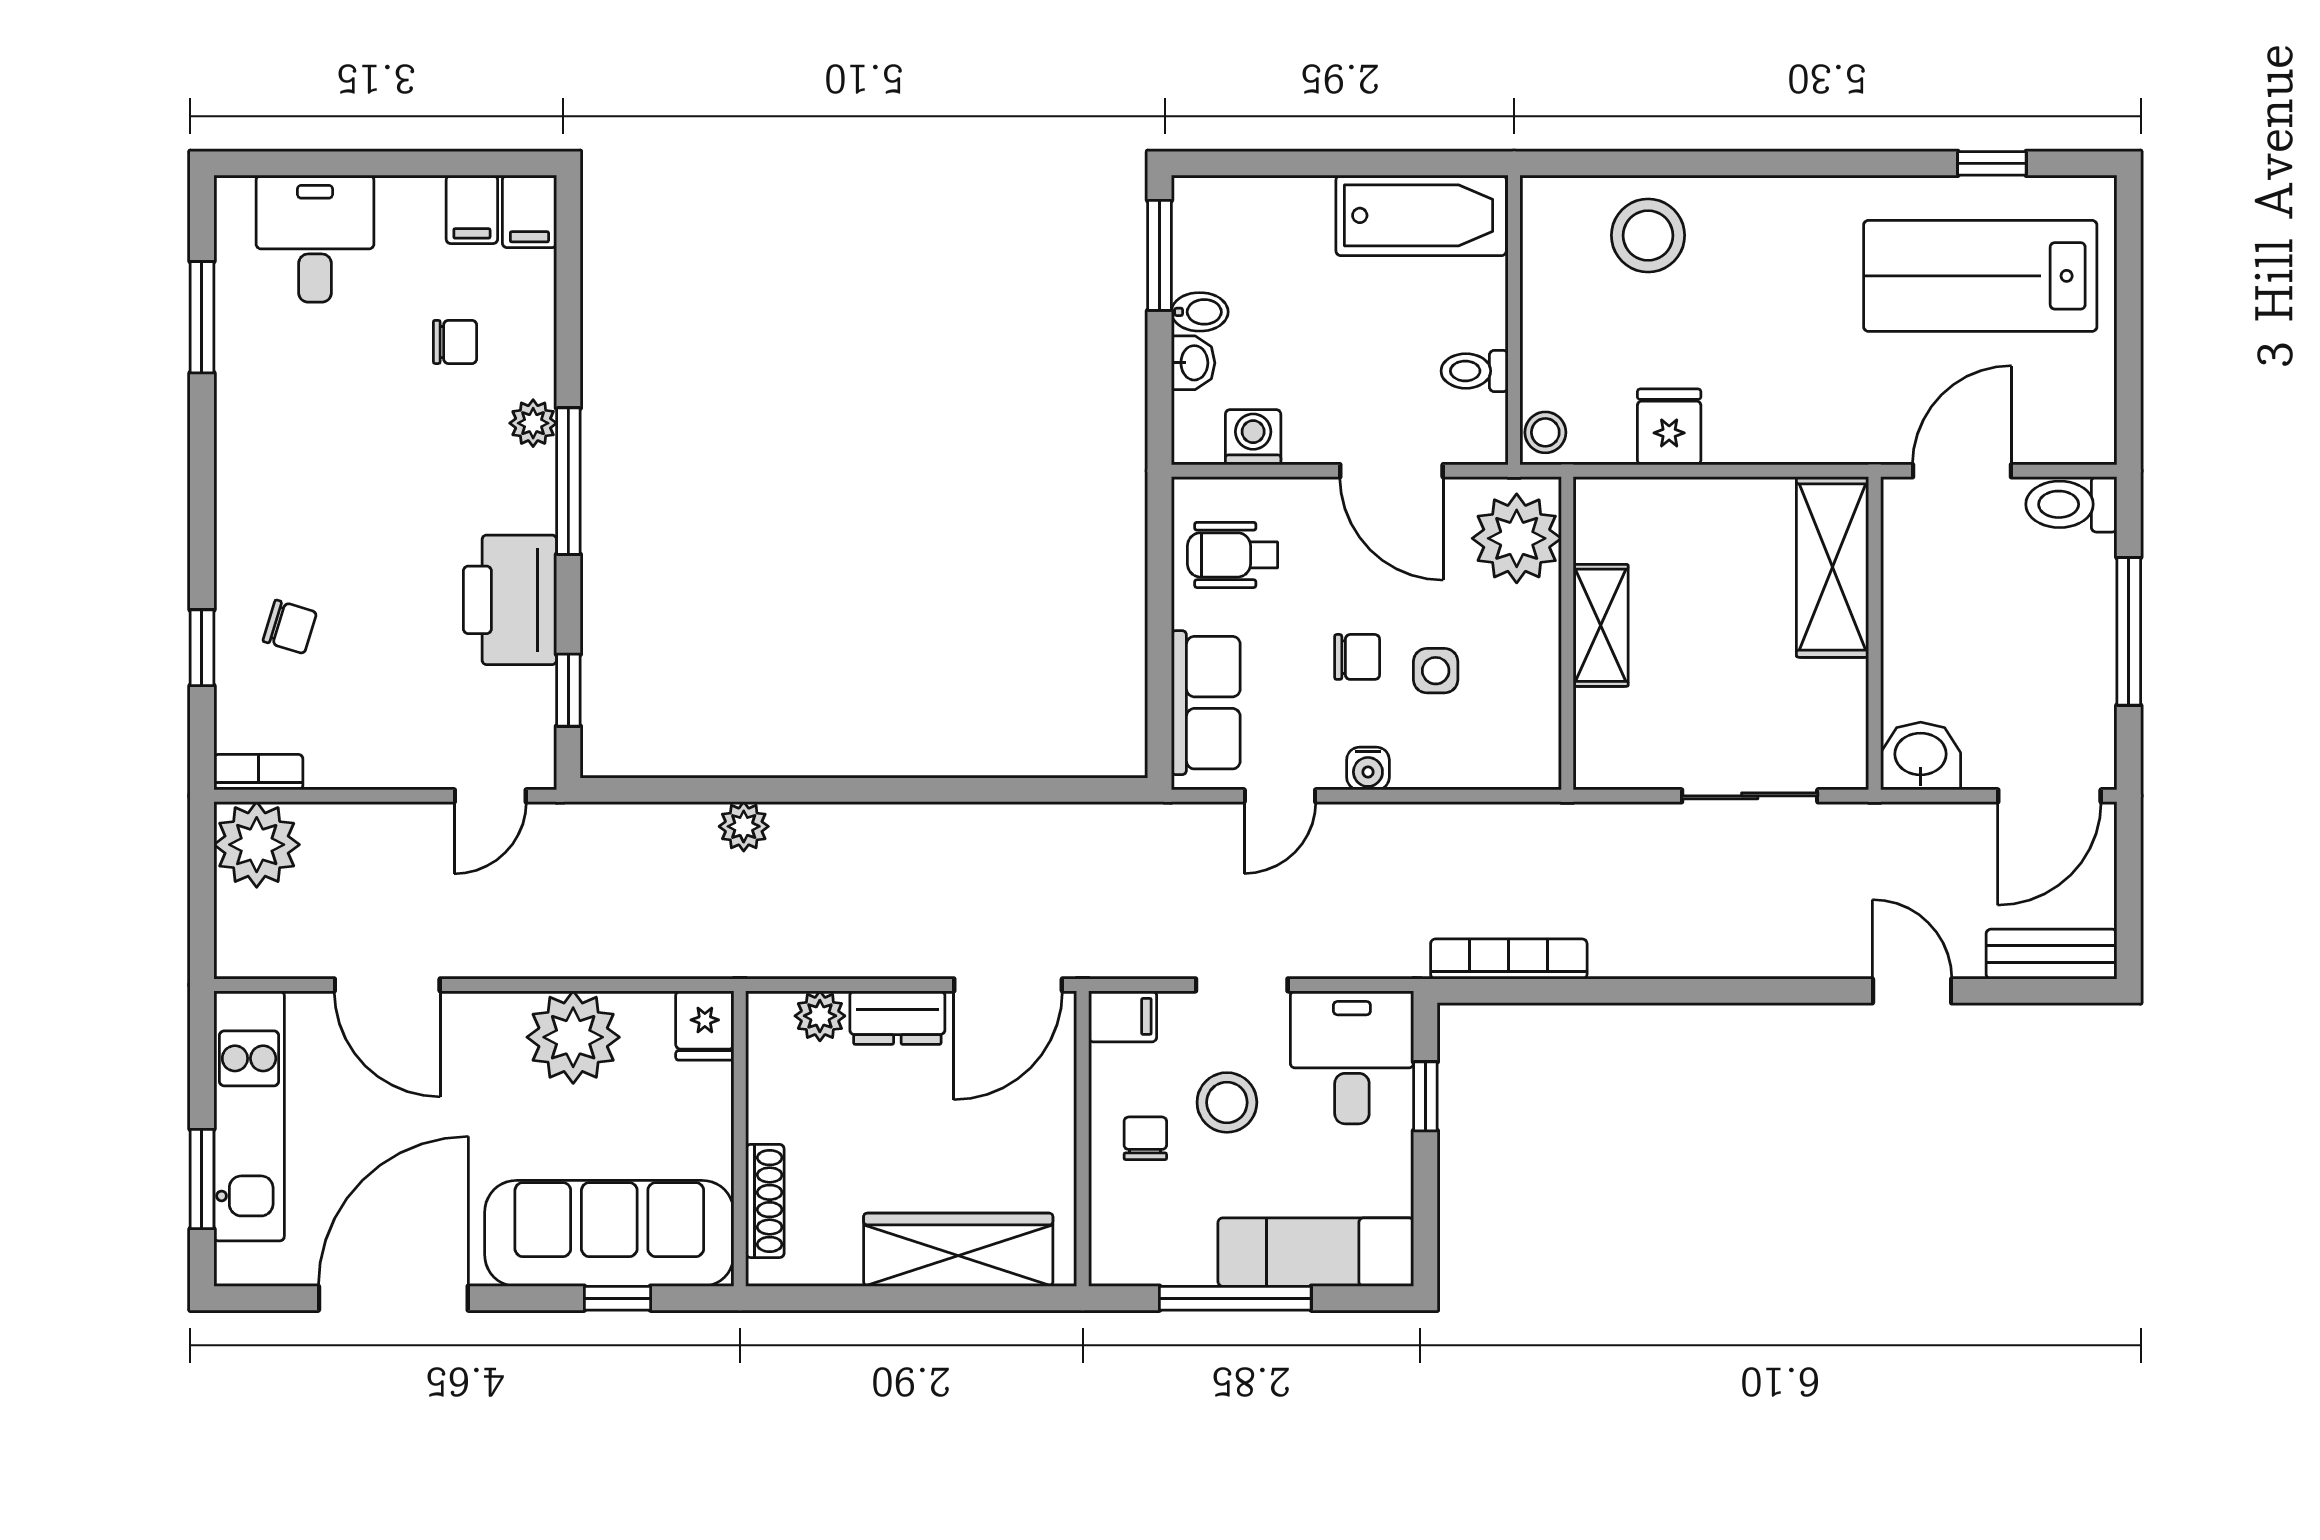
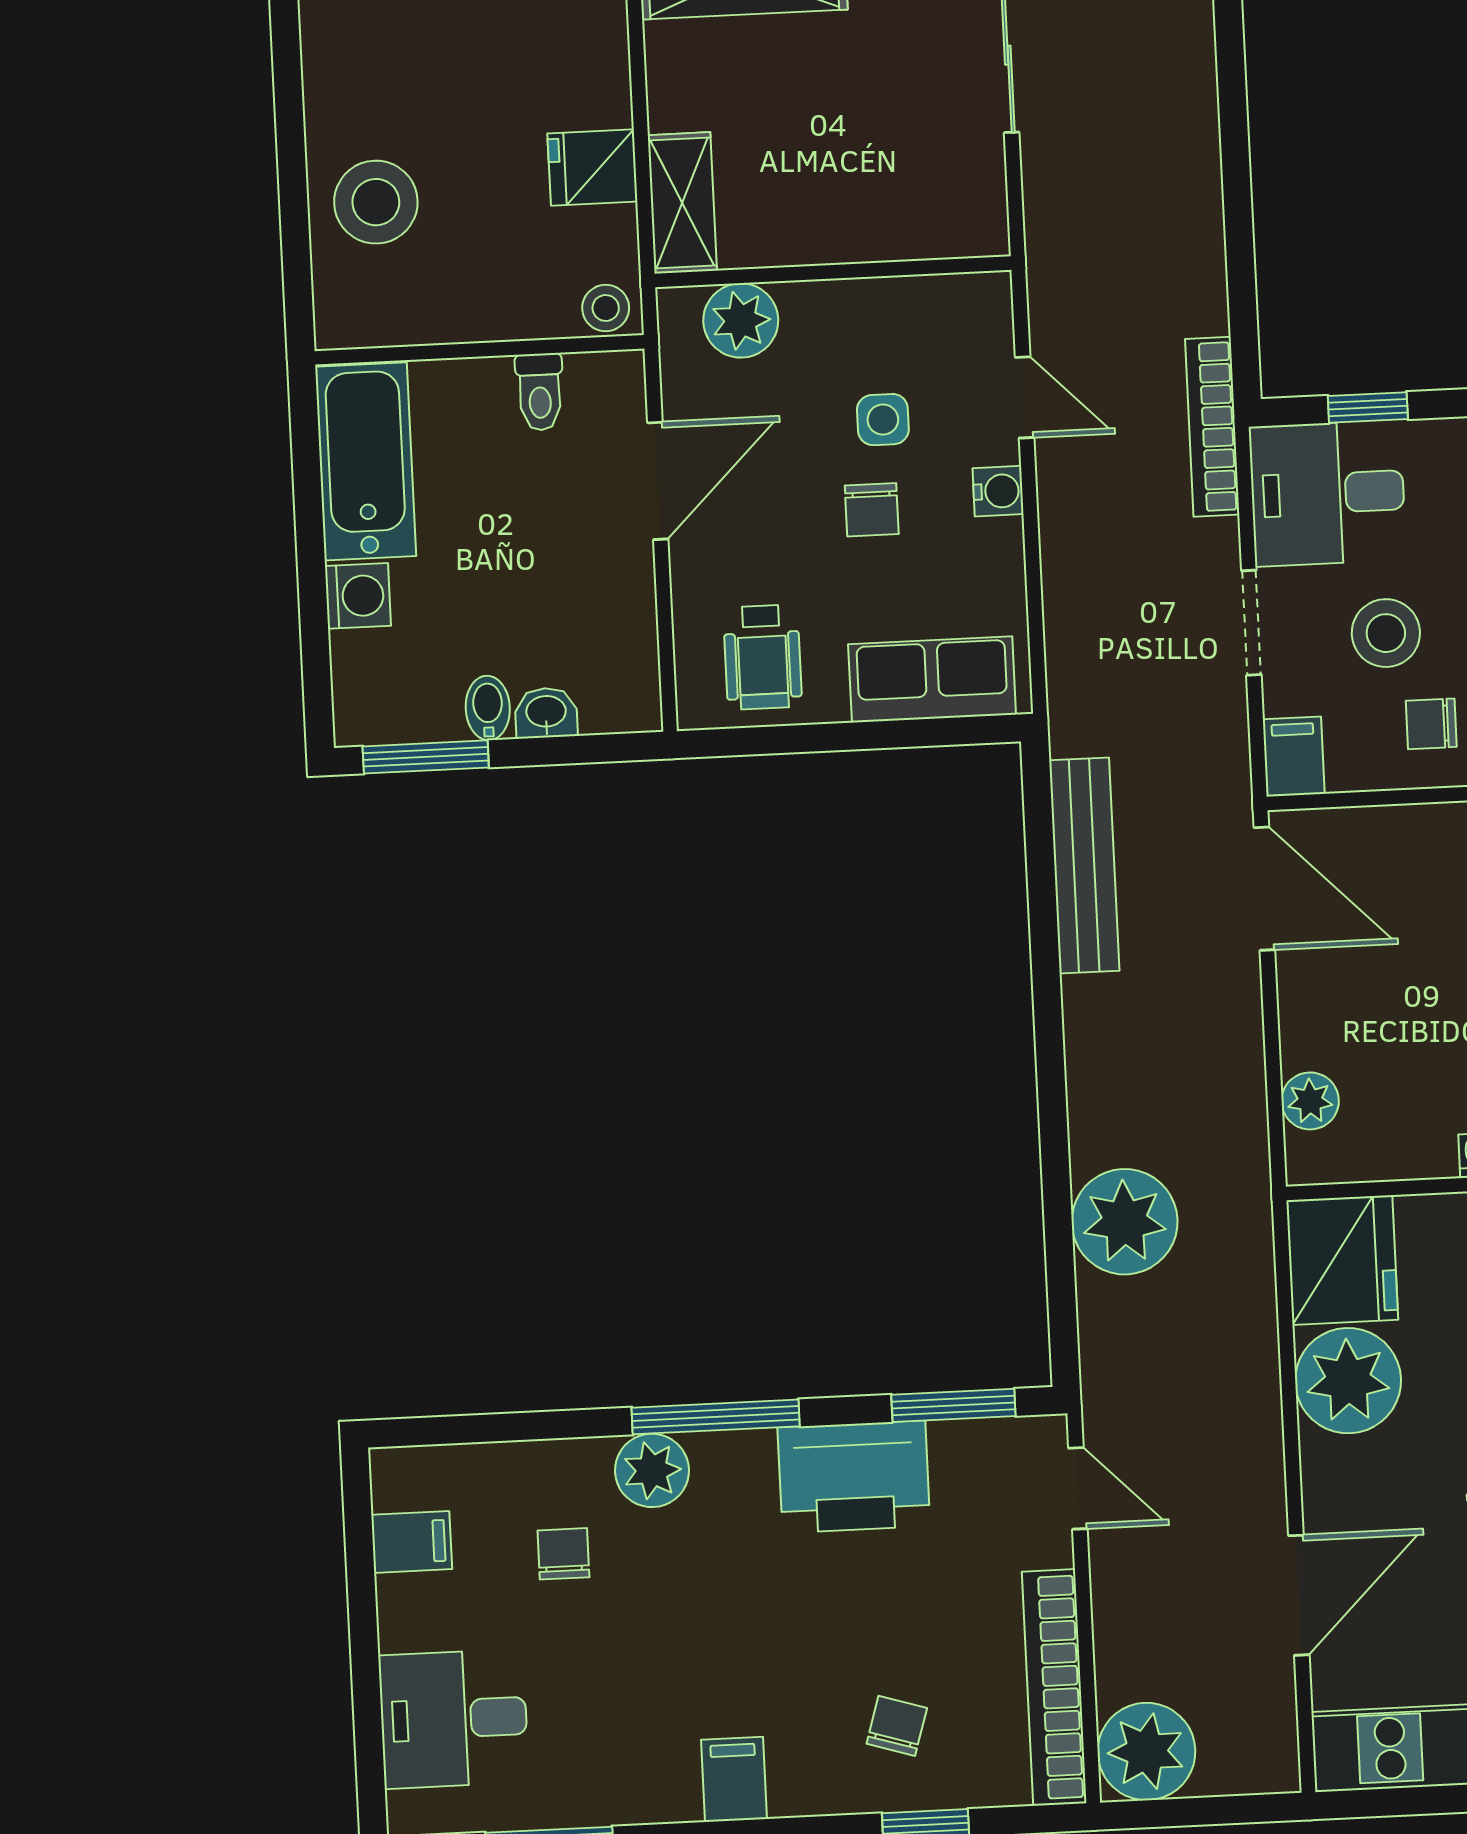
filing cabinet: (529, 211) -> (734, 1779), moved, turned -90
plant: (533, 423) -> (652, 1470), width x1.38, depth x1.38
washing machine: (1253, 437) -> (358, 596), moved, turned 180
plant: (1517, 538) -> (741, 320), width x0.73, depth x0.73
shelving: (1601, 625) -> (682, 203), moved, turned 90
chair: (1357, 657) -> (872, 510), turned 180
window: (568, 690) -> (953, 1405), width x1.50
bookcase: (258, 772) -> (1054, 1687), width x2.31, depth x1.31
door: (1280, 796) -> (1025, 397), moved
plant: (744, 826) -> (1125, 1222), width x1.87, depth x1.87
bench: (1036, 828) -> (1084, 865), added
bookcase: (1509, 959) -> (1212, 427), moved
dresser: (897, 1018) -> (1308, 1013), removed
fridge: (705, 1026) -> (1342, 1260), width x1.88, depth x1.34

